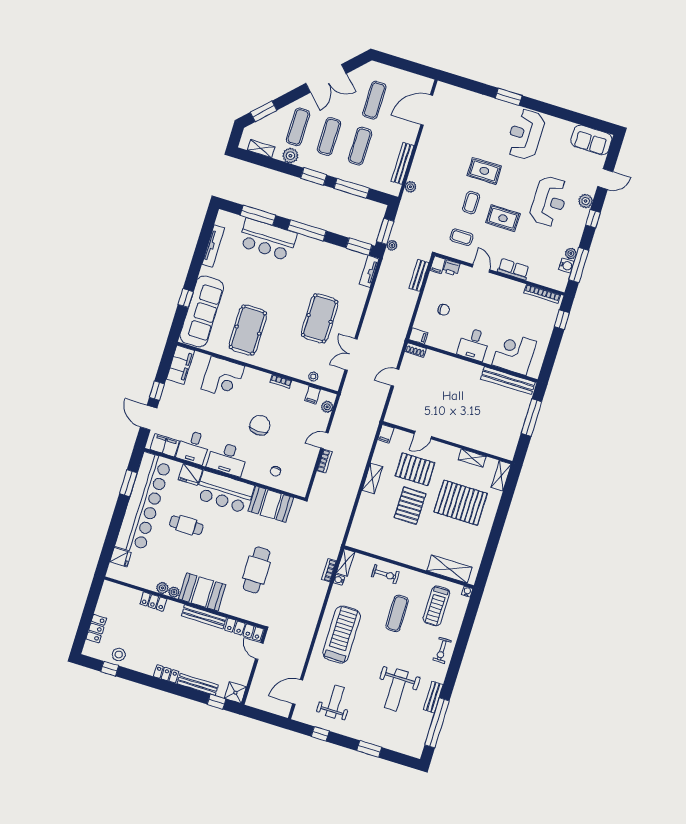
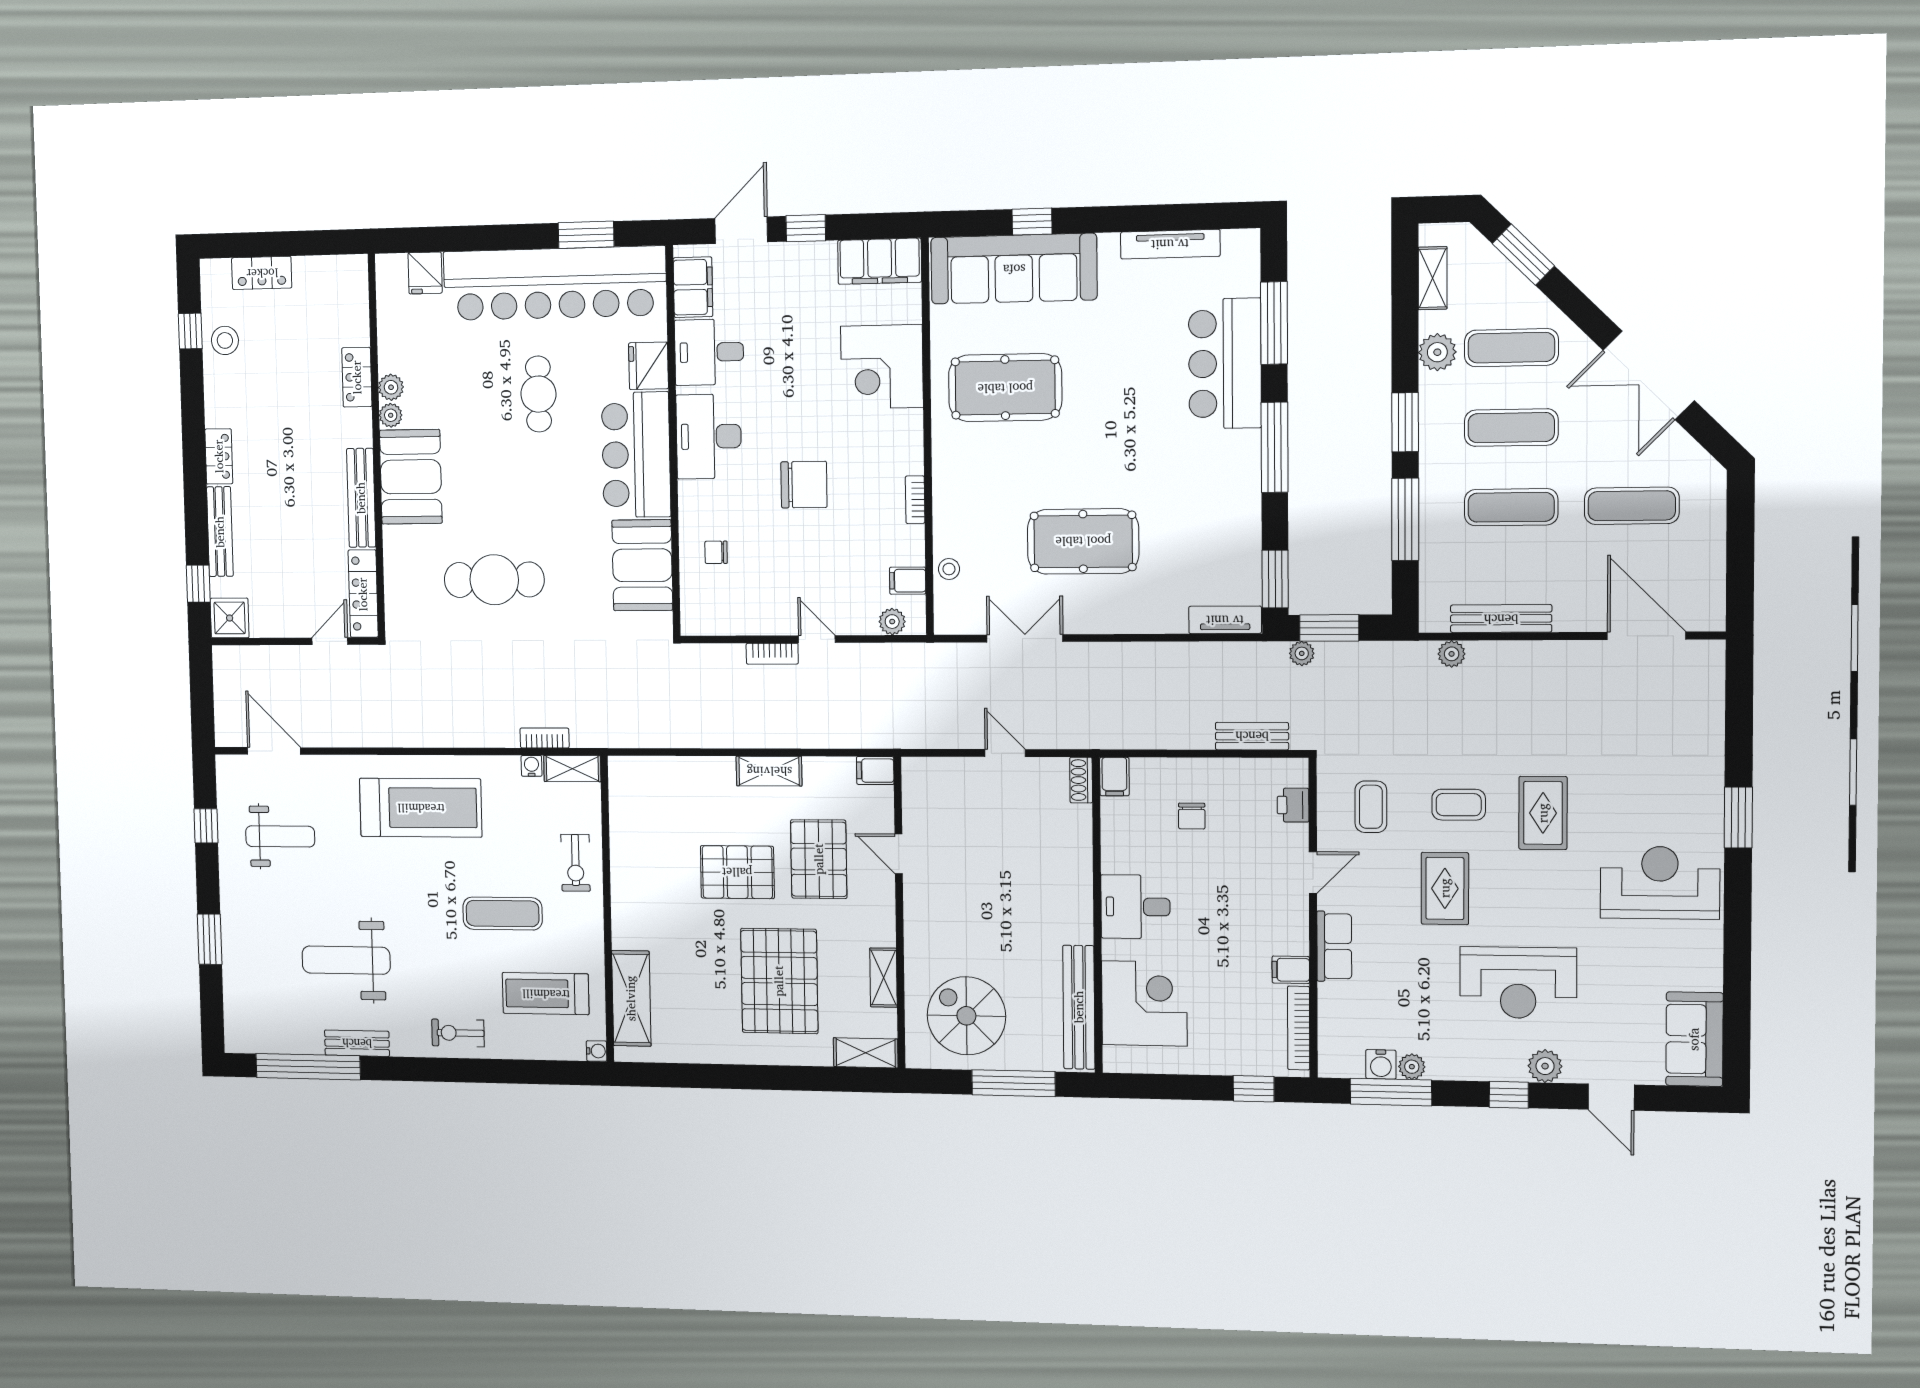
filing cabinet: (438, 265) -> (1291, 970), moved
spiral stairs: (498, 428) -> (966, 1016), added

